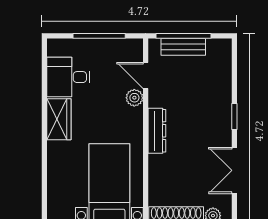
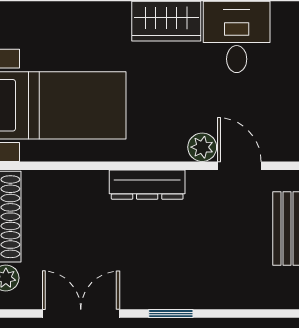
door: (146, 75) -> (239, 166), hinge flipped

